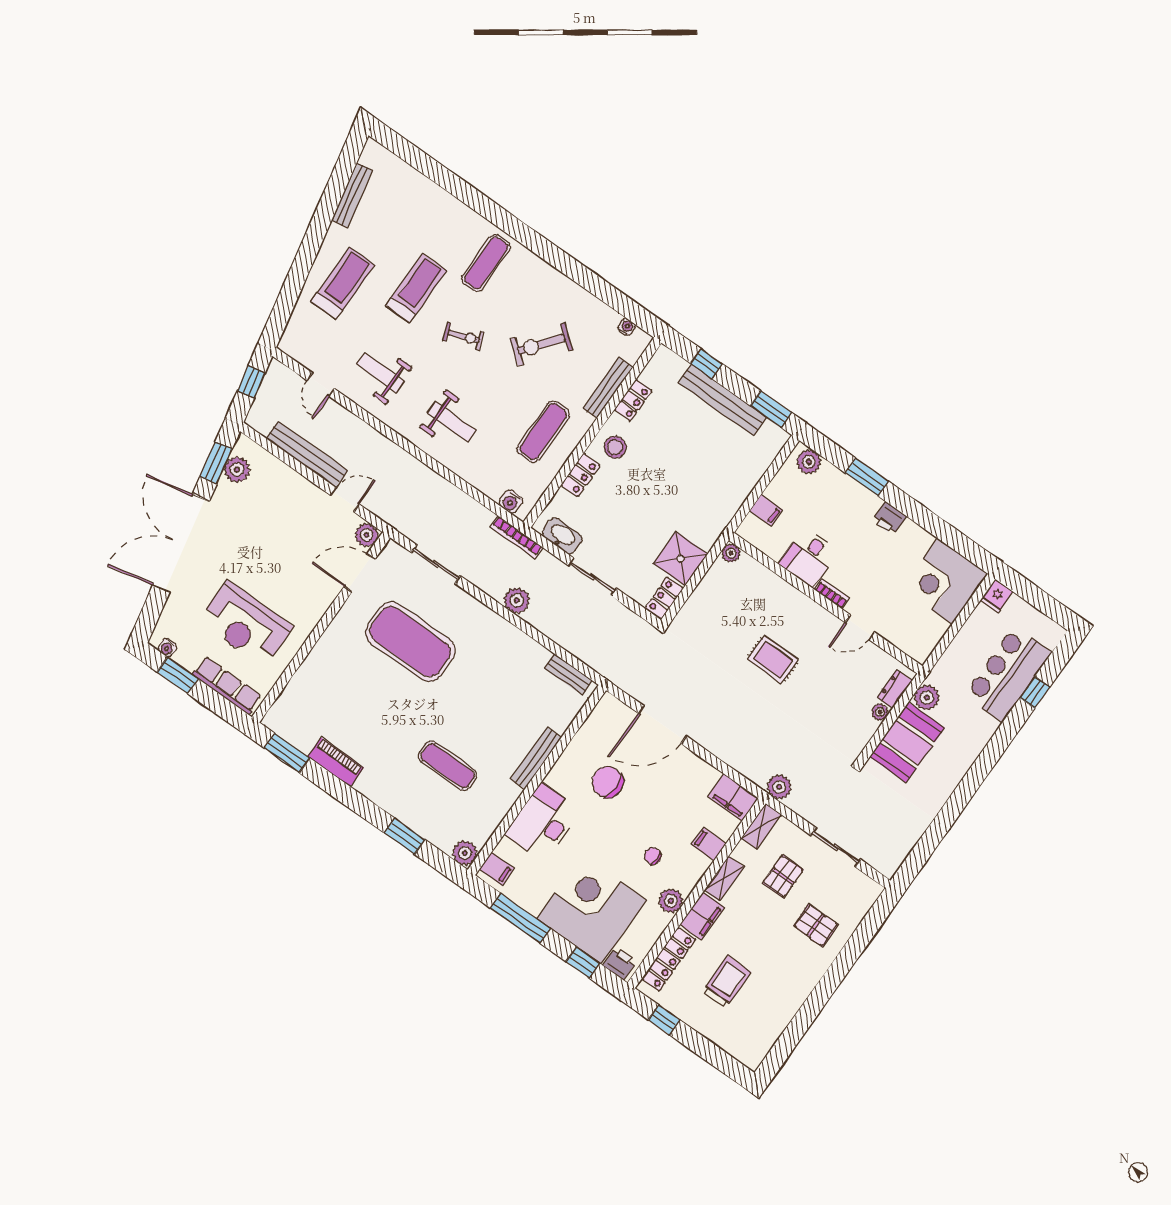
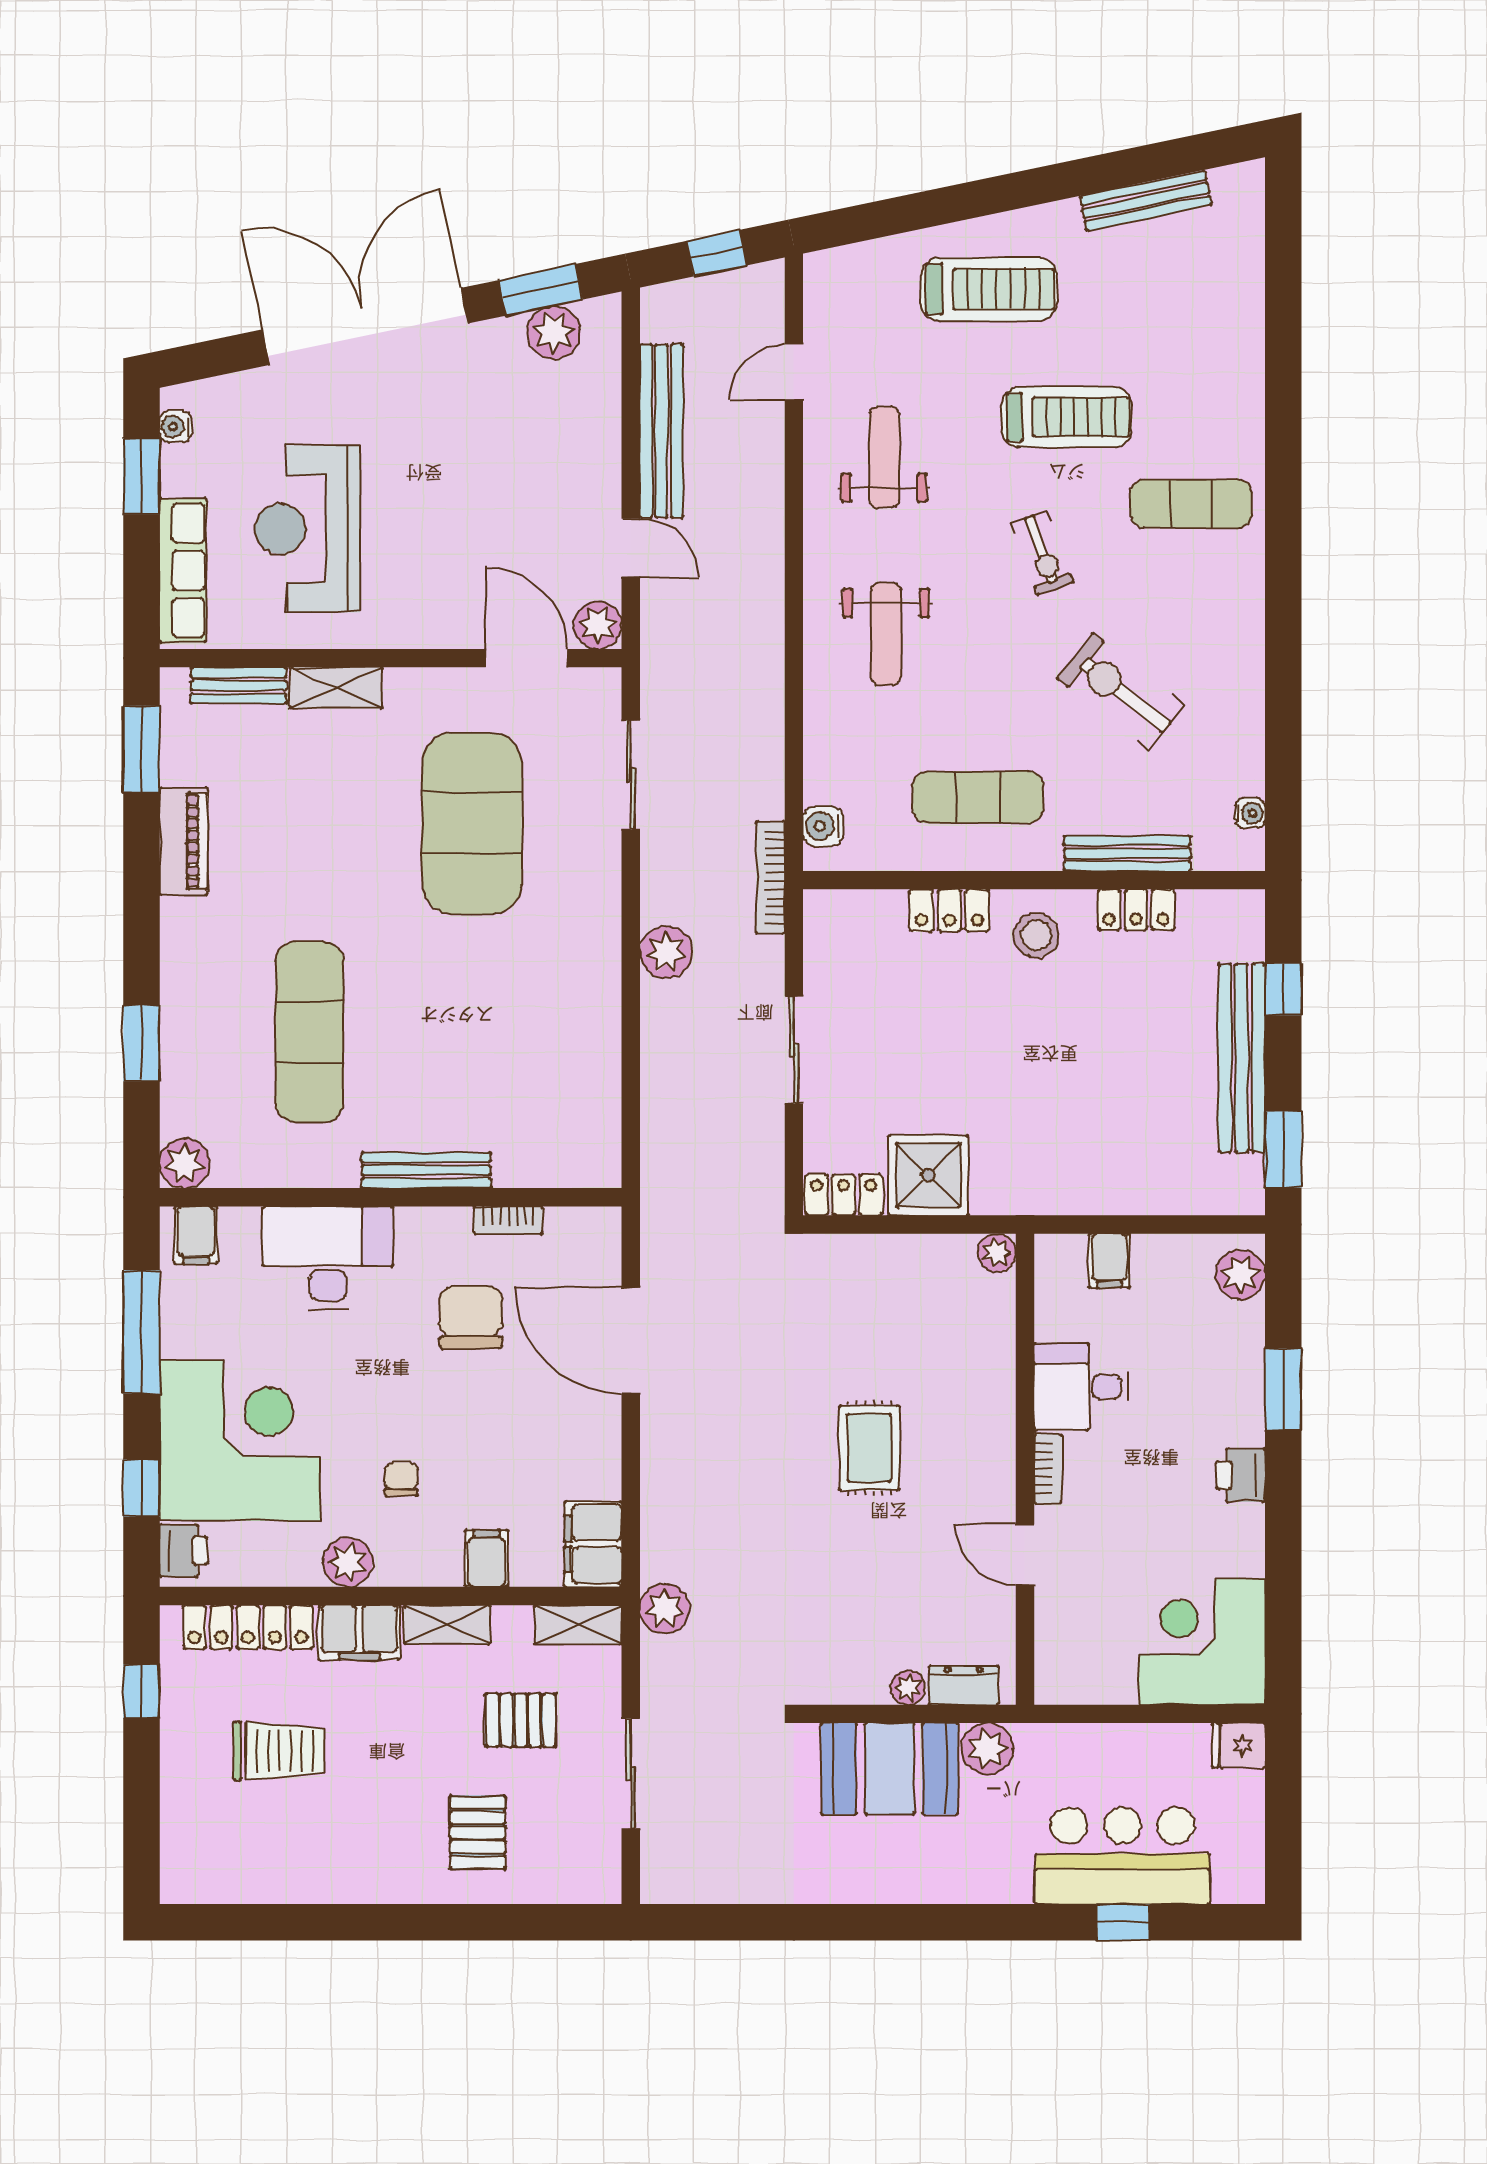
washbasin: (562, 536) -> (827, 952), removed
shelving: (318, 657) -> (336, 688), added
bench: (568, 674) -> (239, 685), moved, turned 90
bookcase: (579, 739) -> (508, 1220), added
exercise mat: (448, 766) -> (310, 1032), width x1.36, depth x1.45

